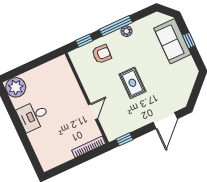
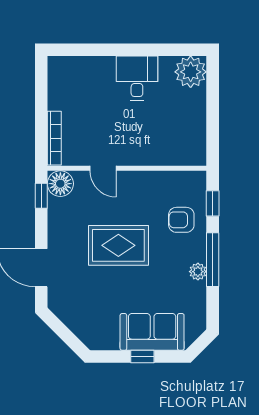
armchair: (102, 54) -> (181, 220), turned 87
rug: (132, 83) -> (118, 245), width x1.36, depth x1.43
floor lamp: (113, 132) -> (60, 184), added

